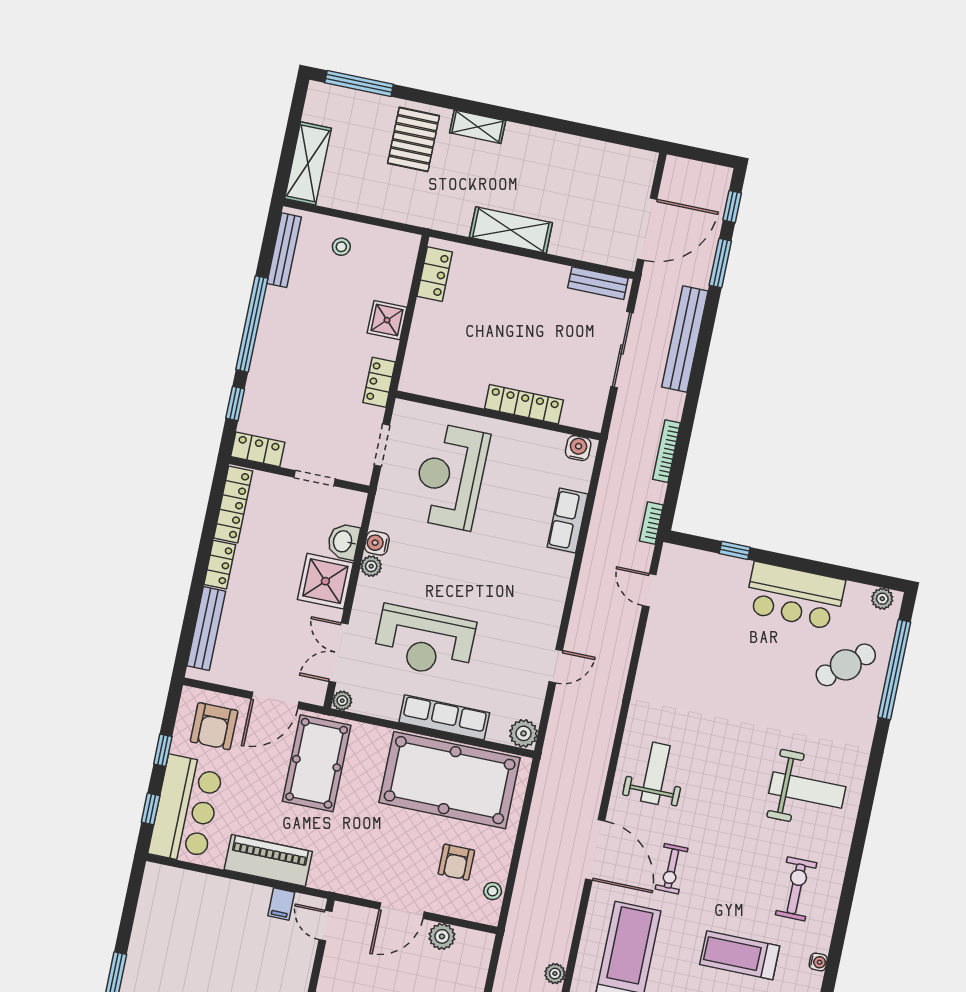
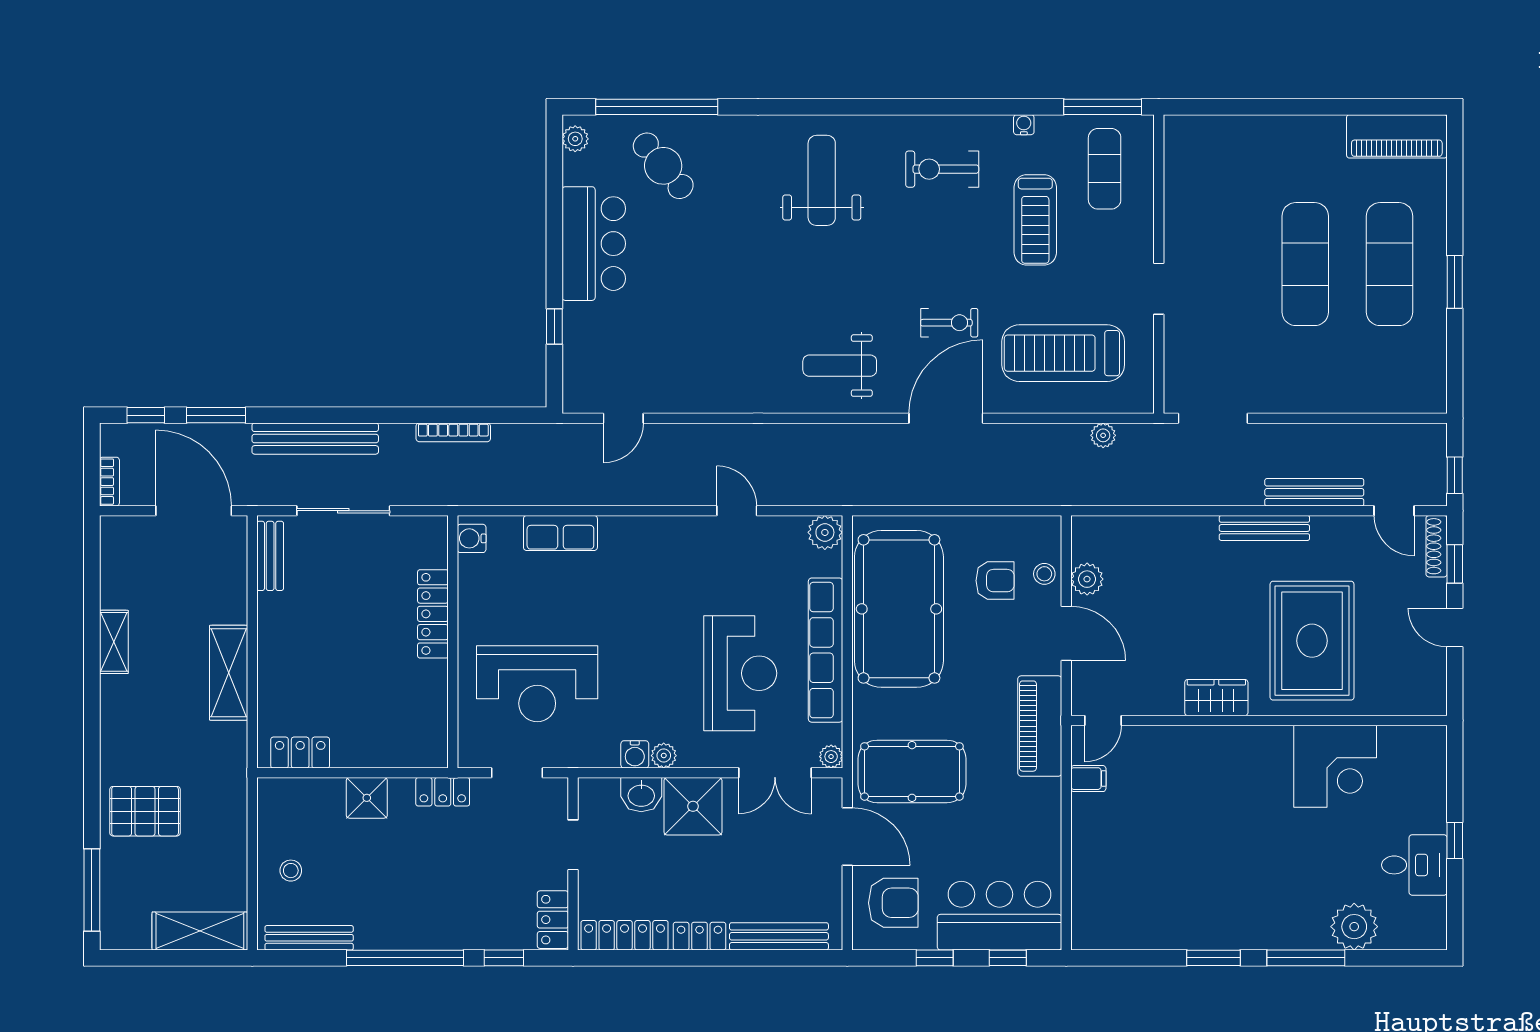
shelving: (478, 127) -> (114, 642), moved
bookcase: (651, 523) -> (109, 482), moved, turned -90
row of seats: (444, 717) -> (826, 650), width x1.36
piano: (268, 861) -> (1040, 726), moved
stool: (493, 891) -> (1044, 574), moved

